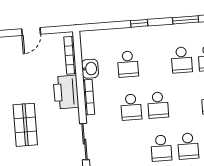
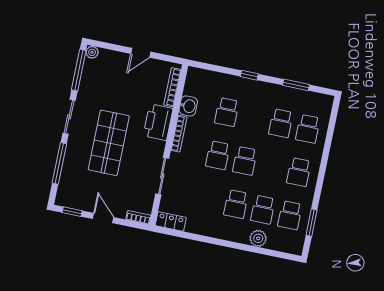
shop shelf: (25, 125) -> (109, 143), width x1.43, depth x1.36

